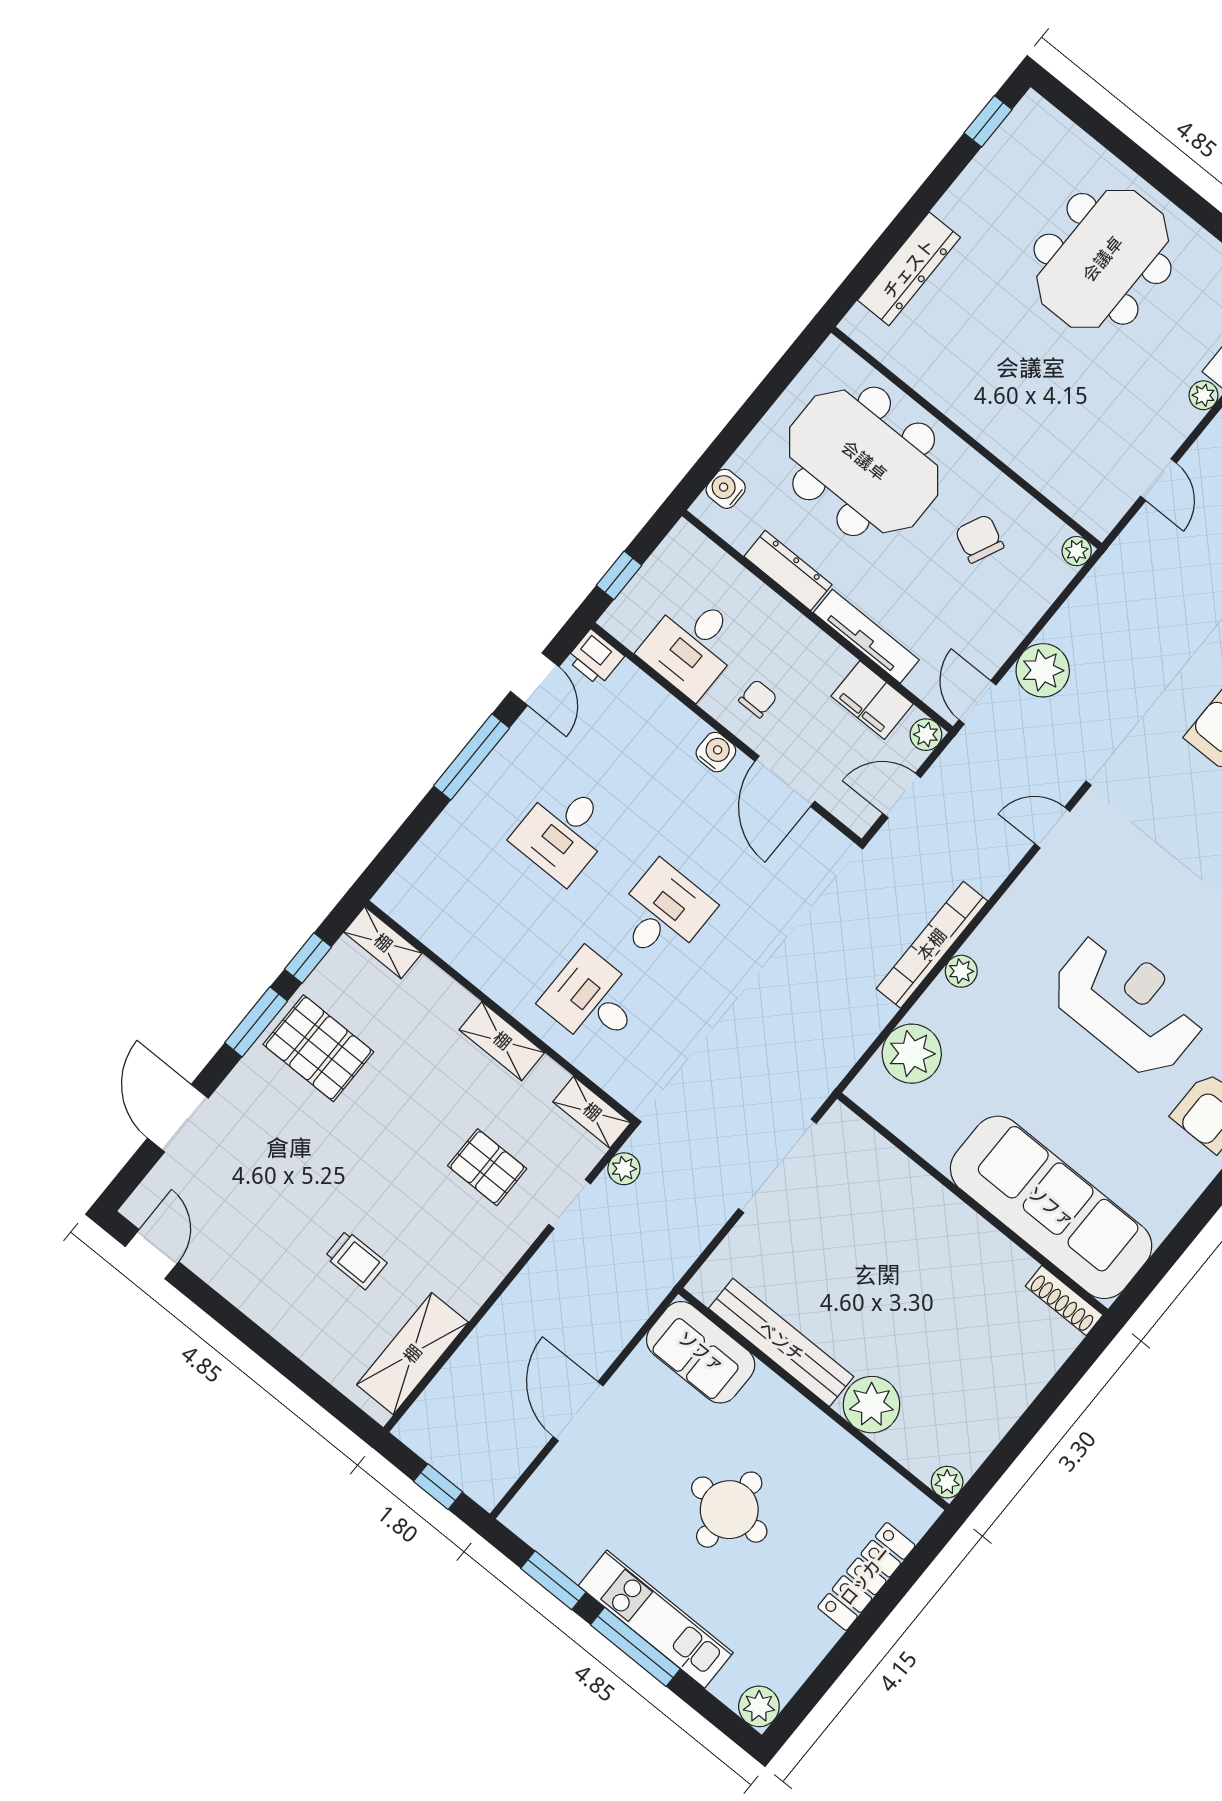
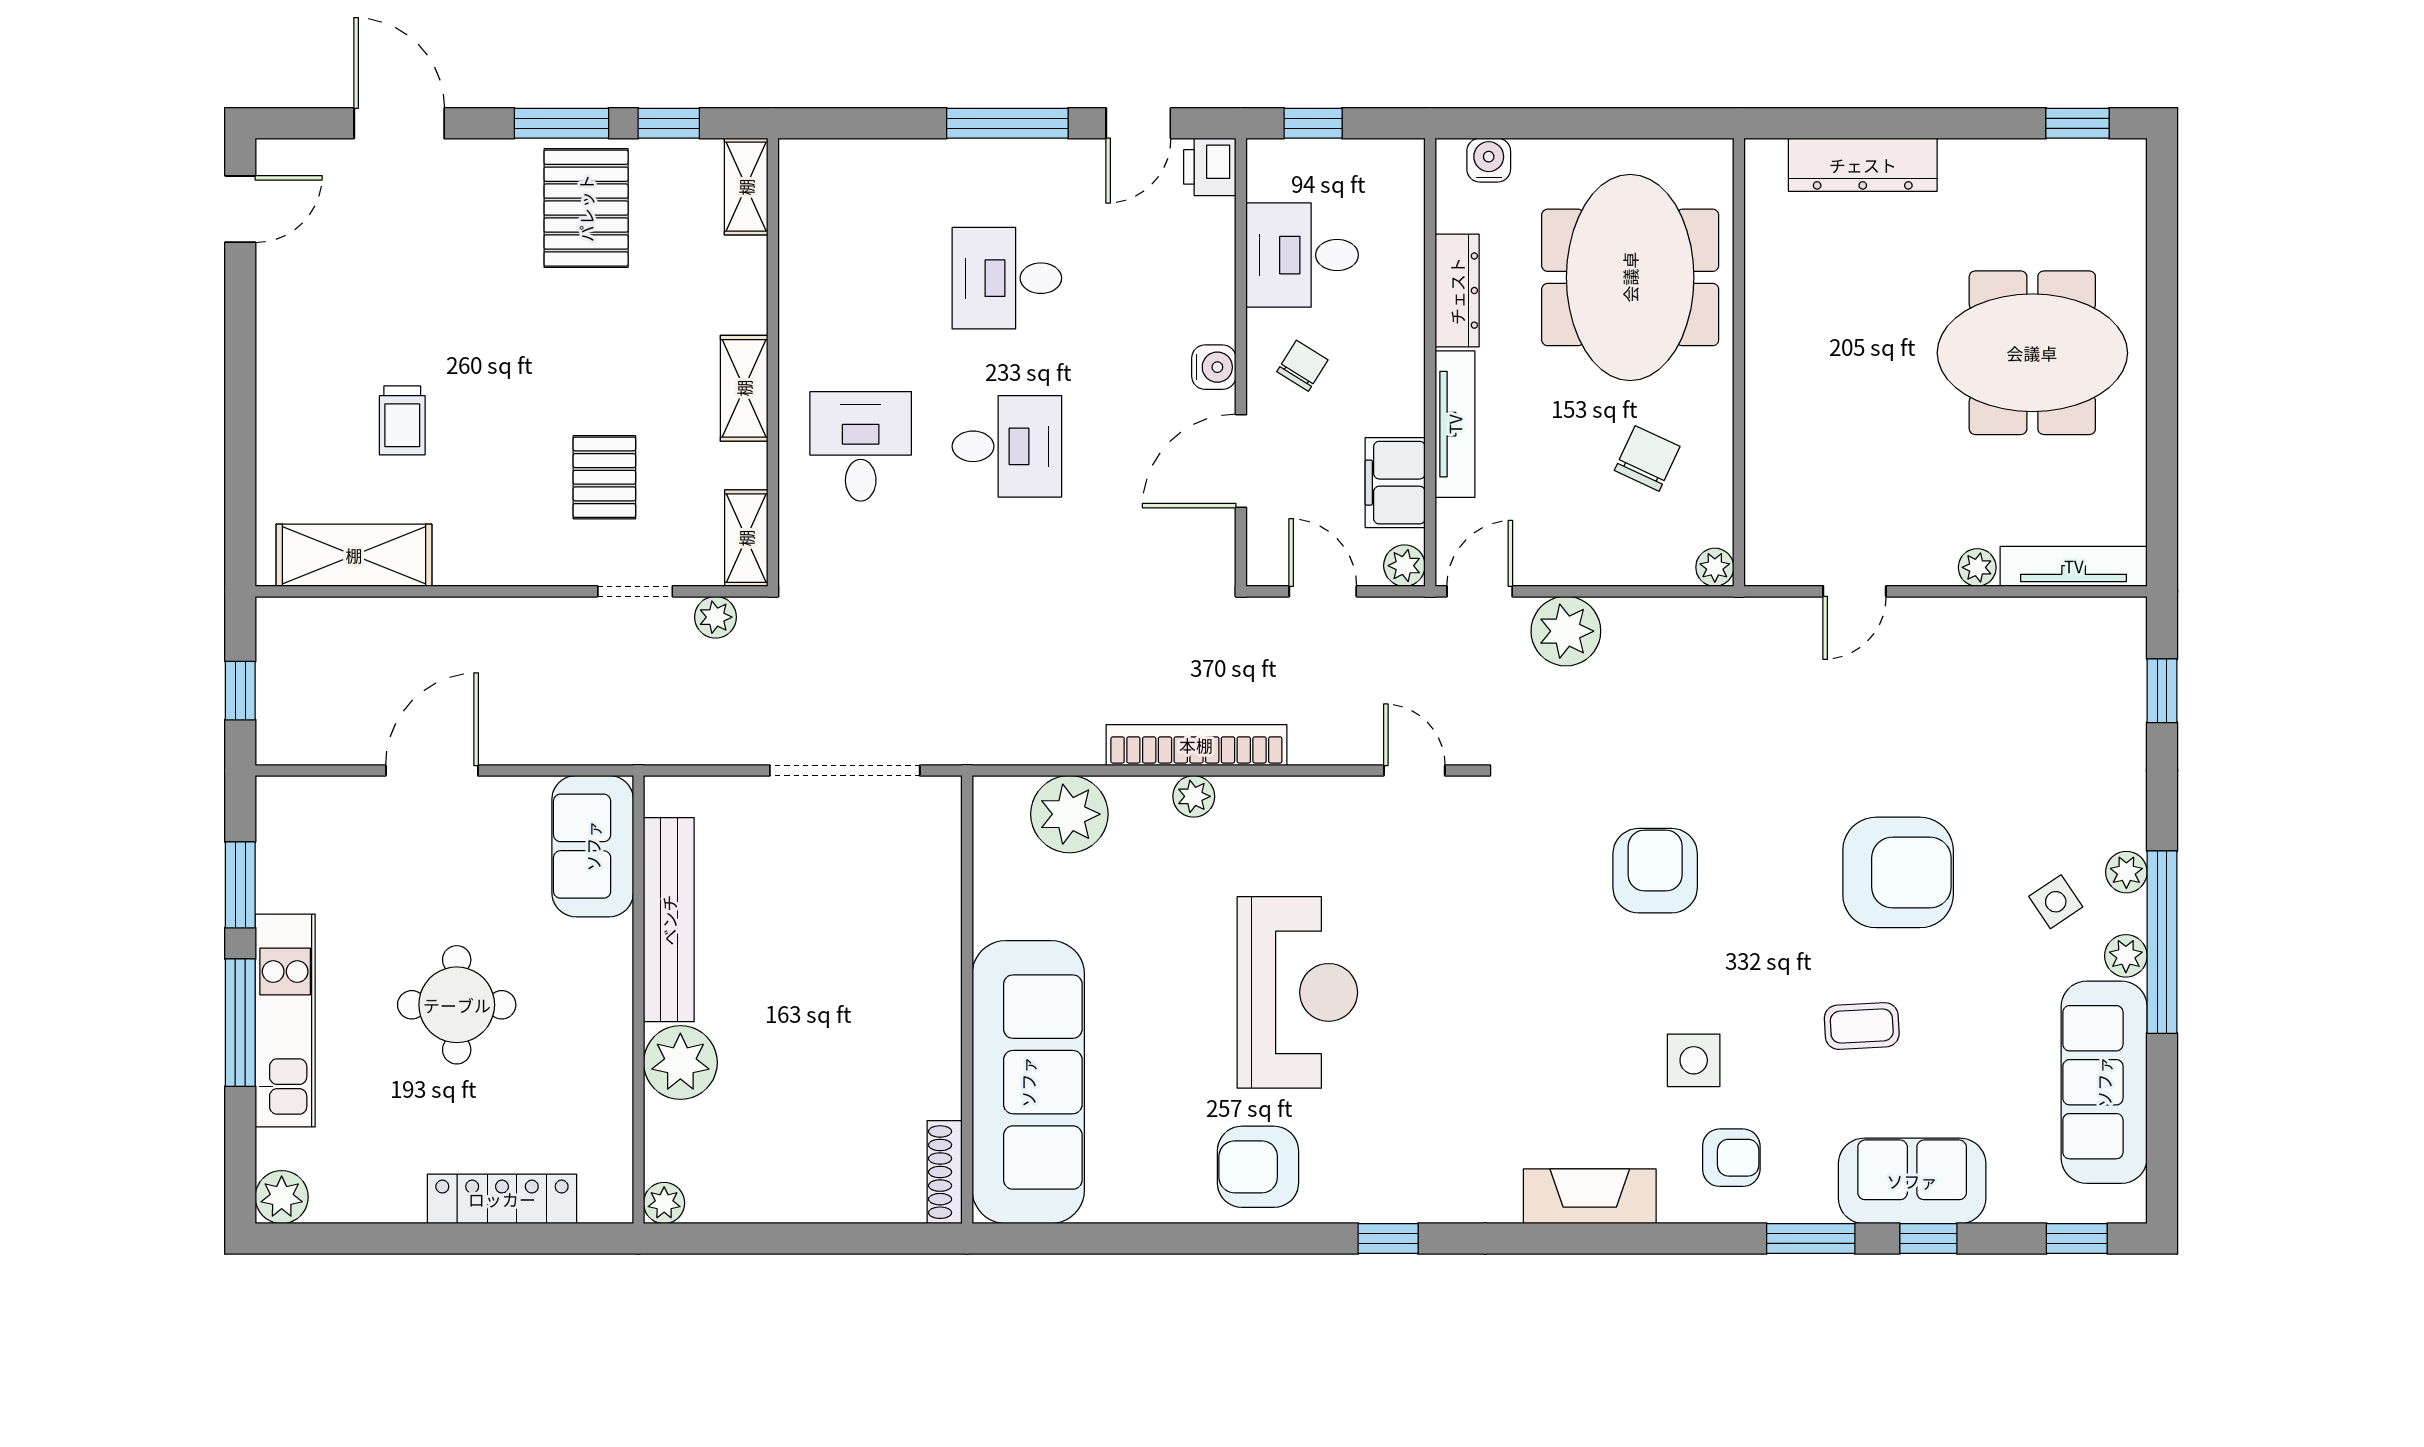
chair: (758, 699) -> (1302, 366), turned -58
door: (178, 1118) -> (399, 123), hinge flipped

